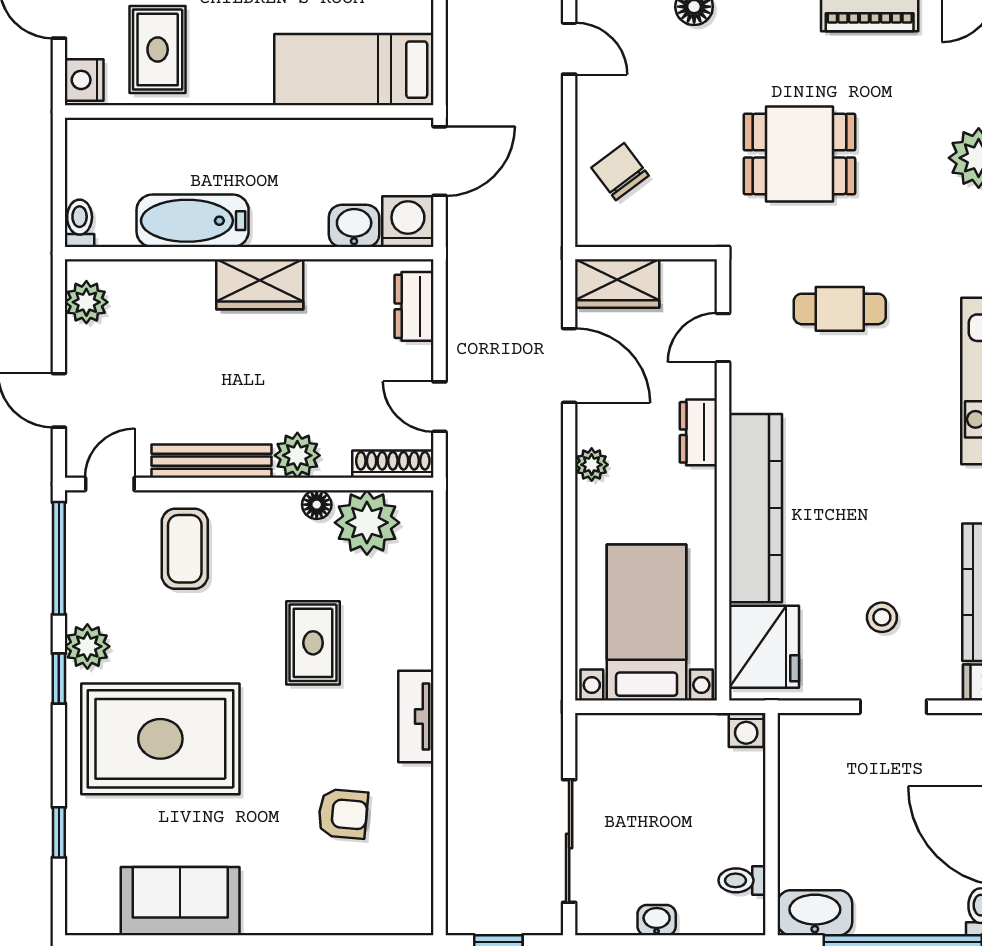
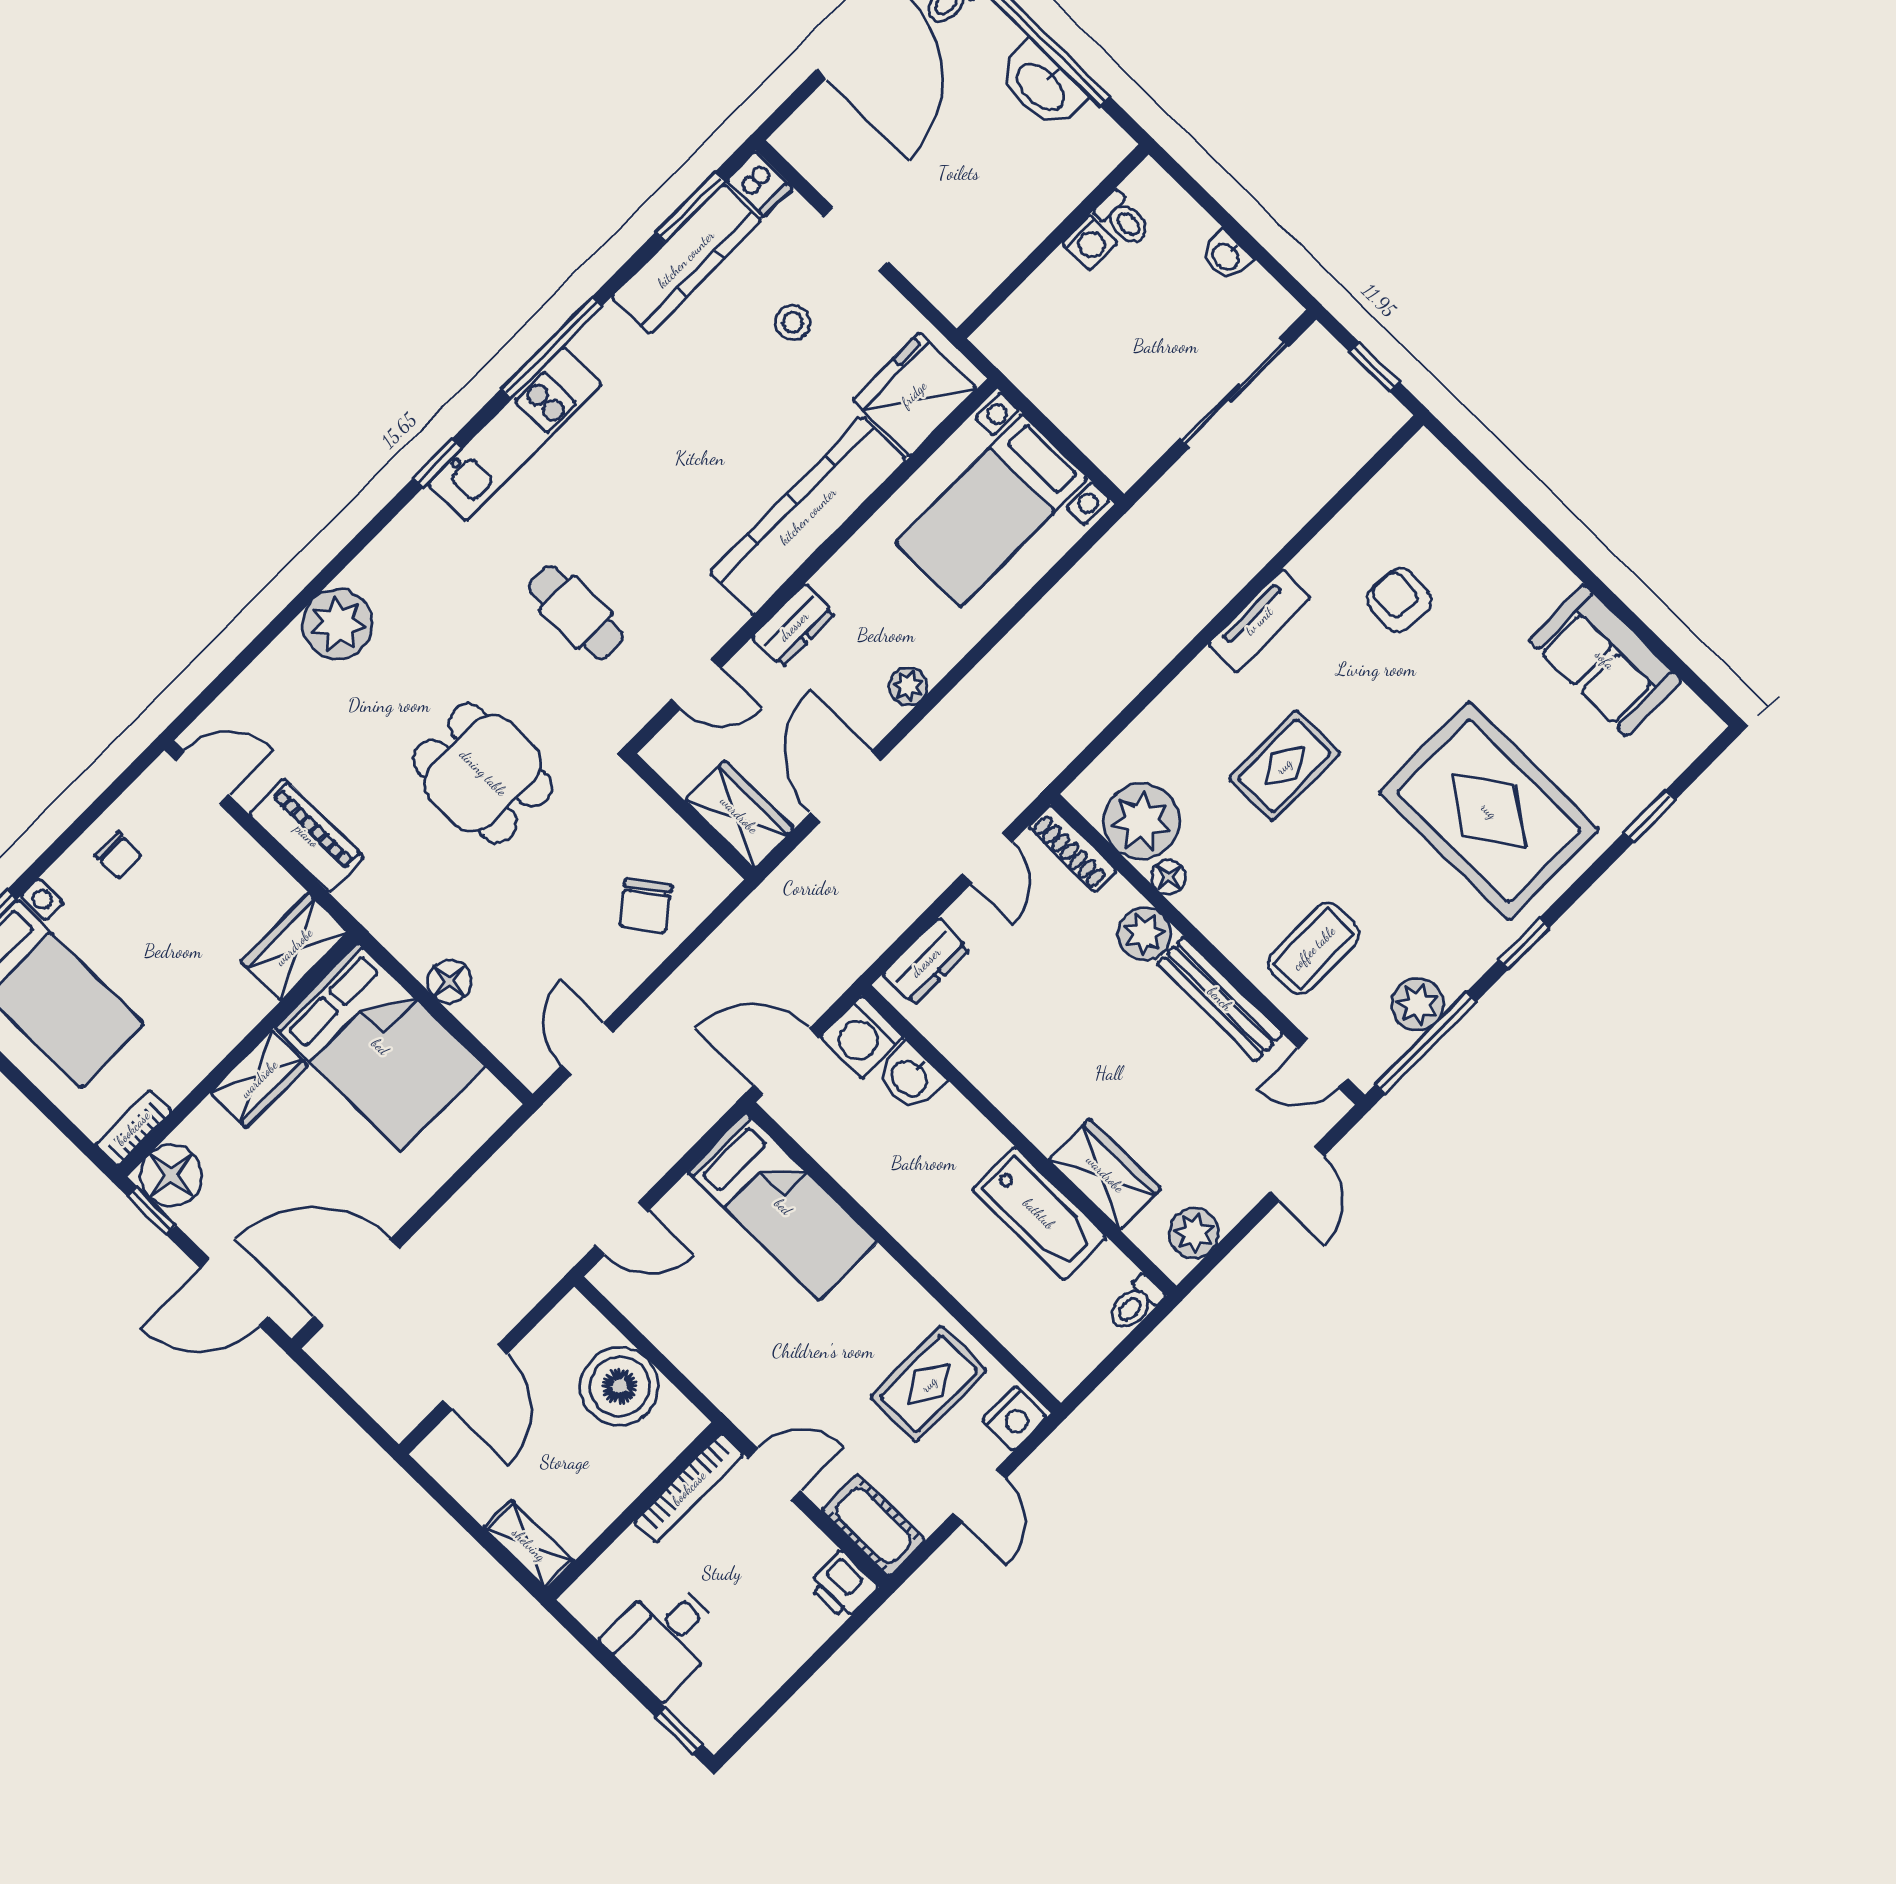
wardrobe: (260, 284) -> (1105, 1174), moved
plant: (87, 646) -> (1417, 1005), moved
washing machine: (746, 730) -> (1090, 243), moved, turned 90
washbasin: (815, 913) -> (1042, 86), moved

